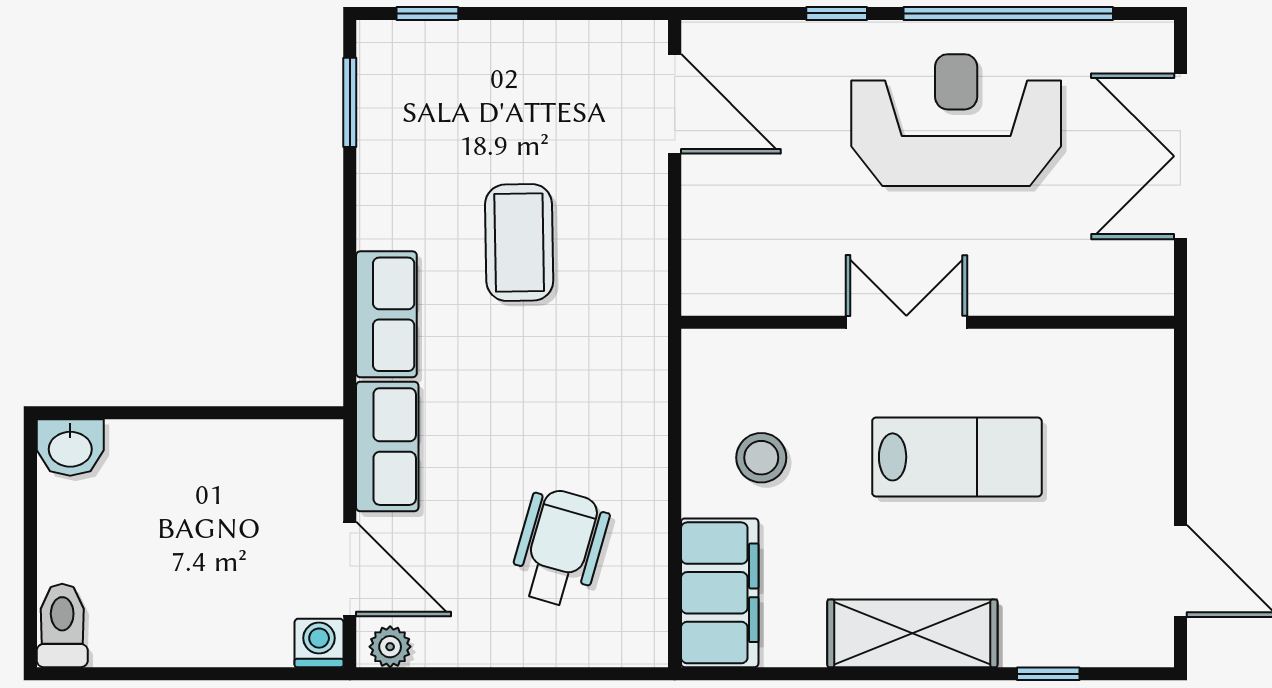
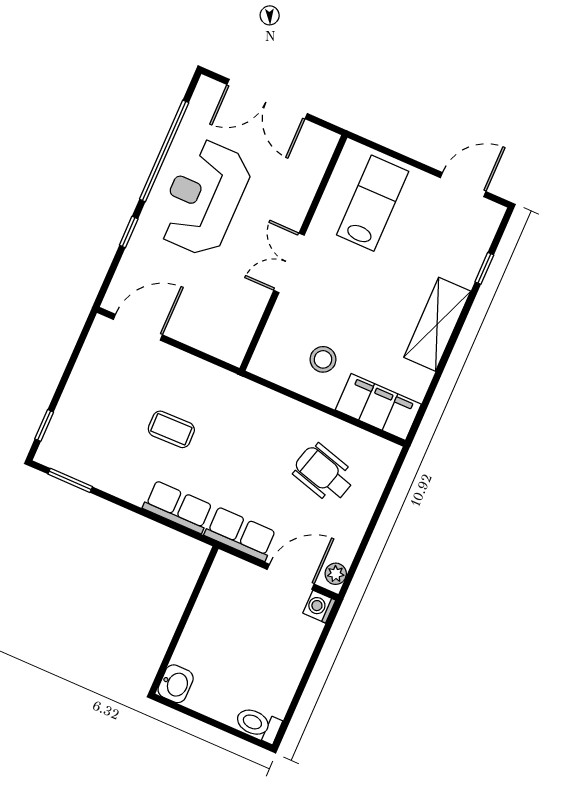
coffee table: (519, 243) -> (171, 429), width x0.73, depth x0.77
lab bench: (957, 457) -> (373, 203), moved

